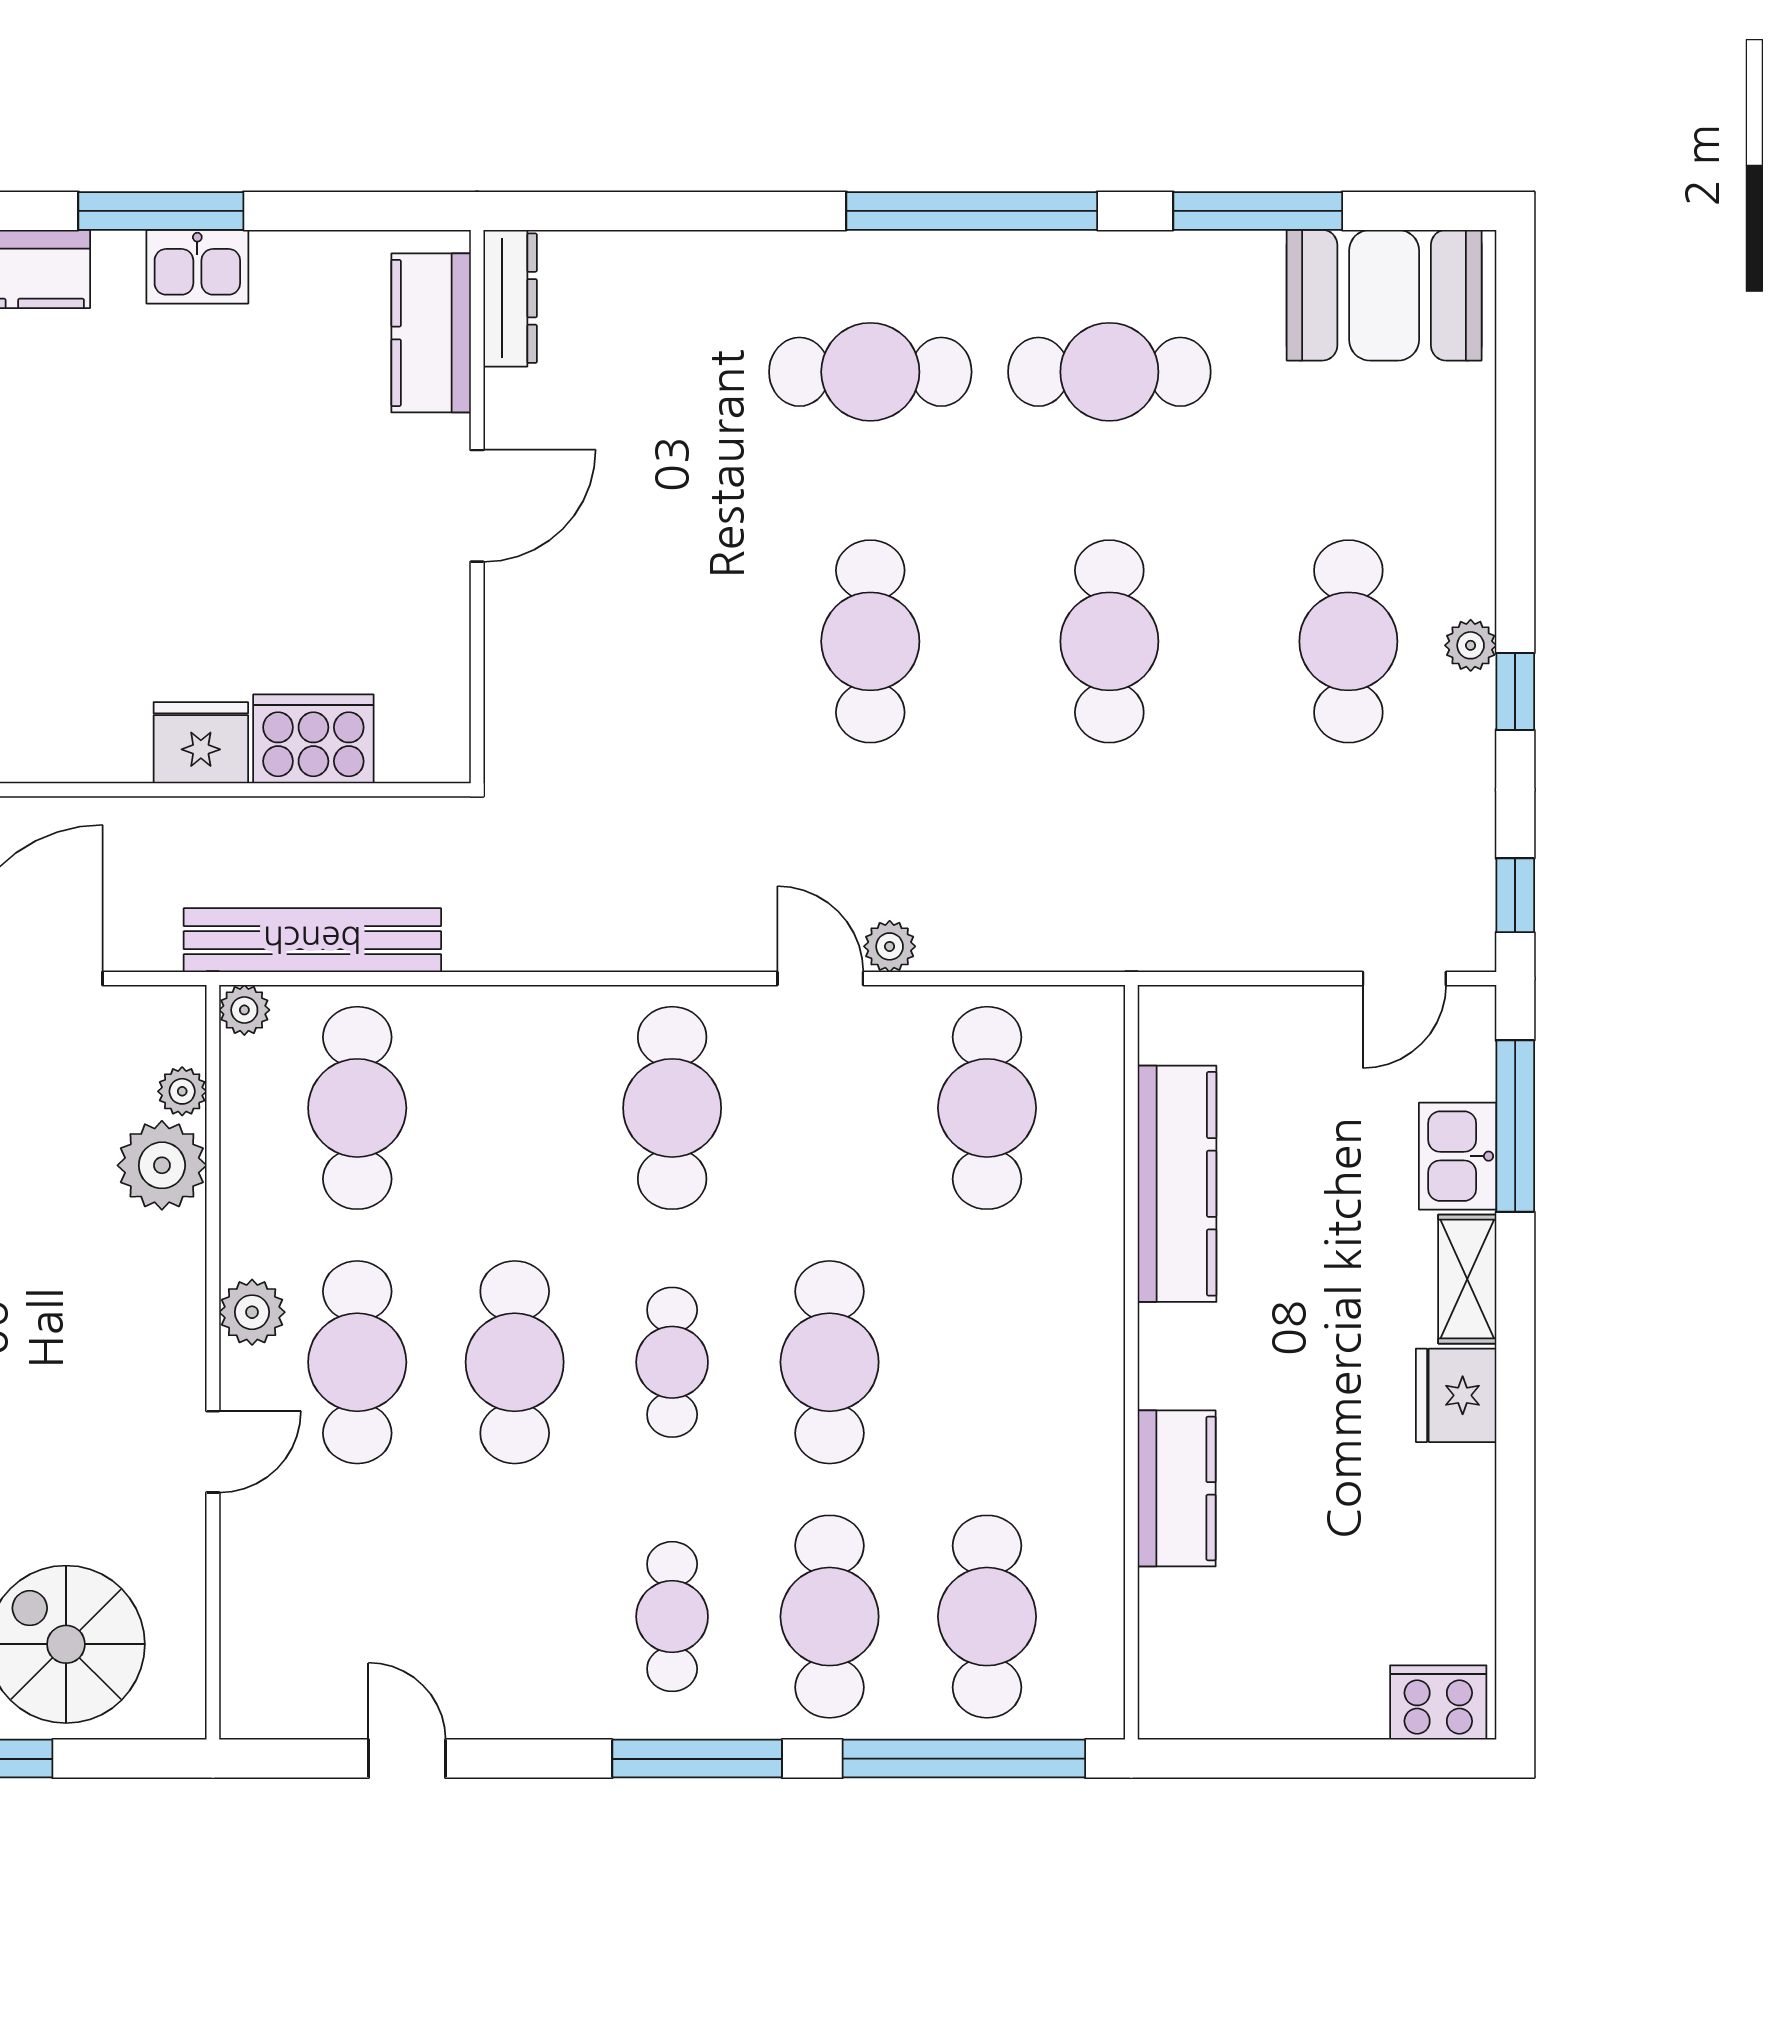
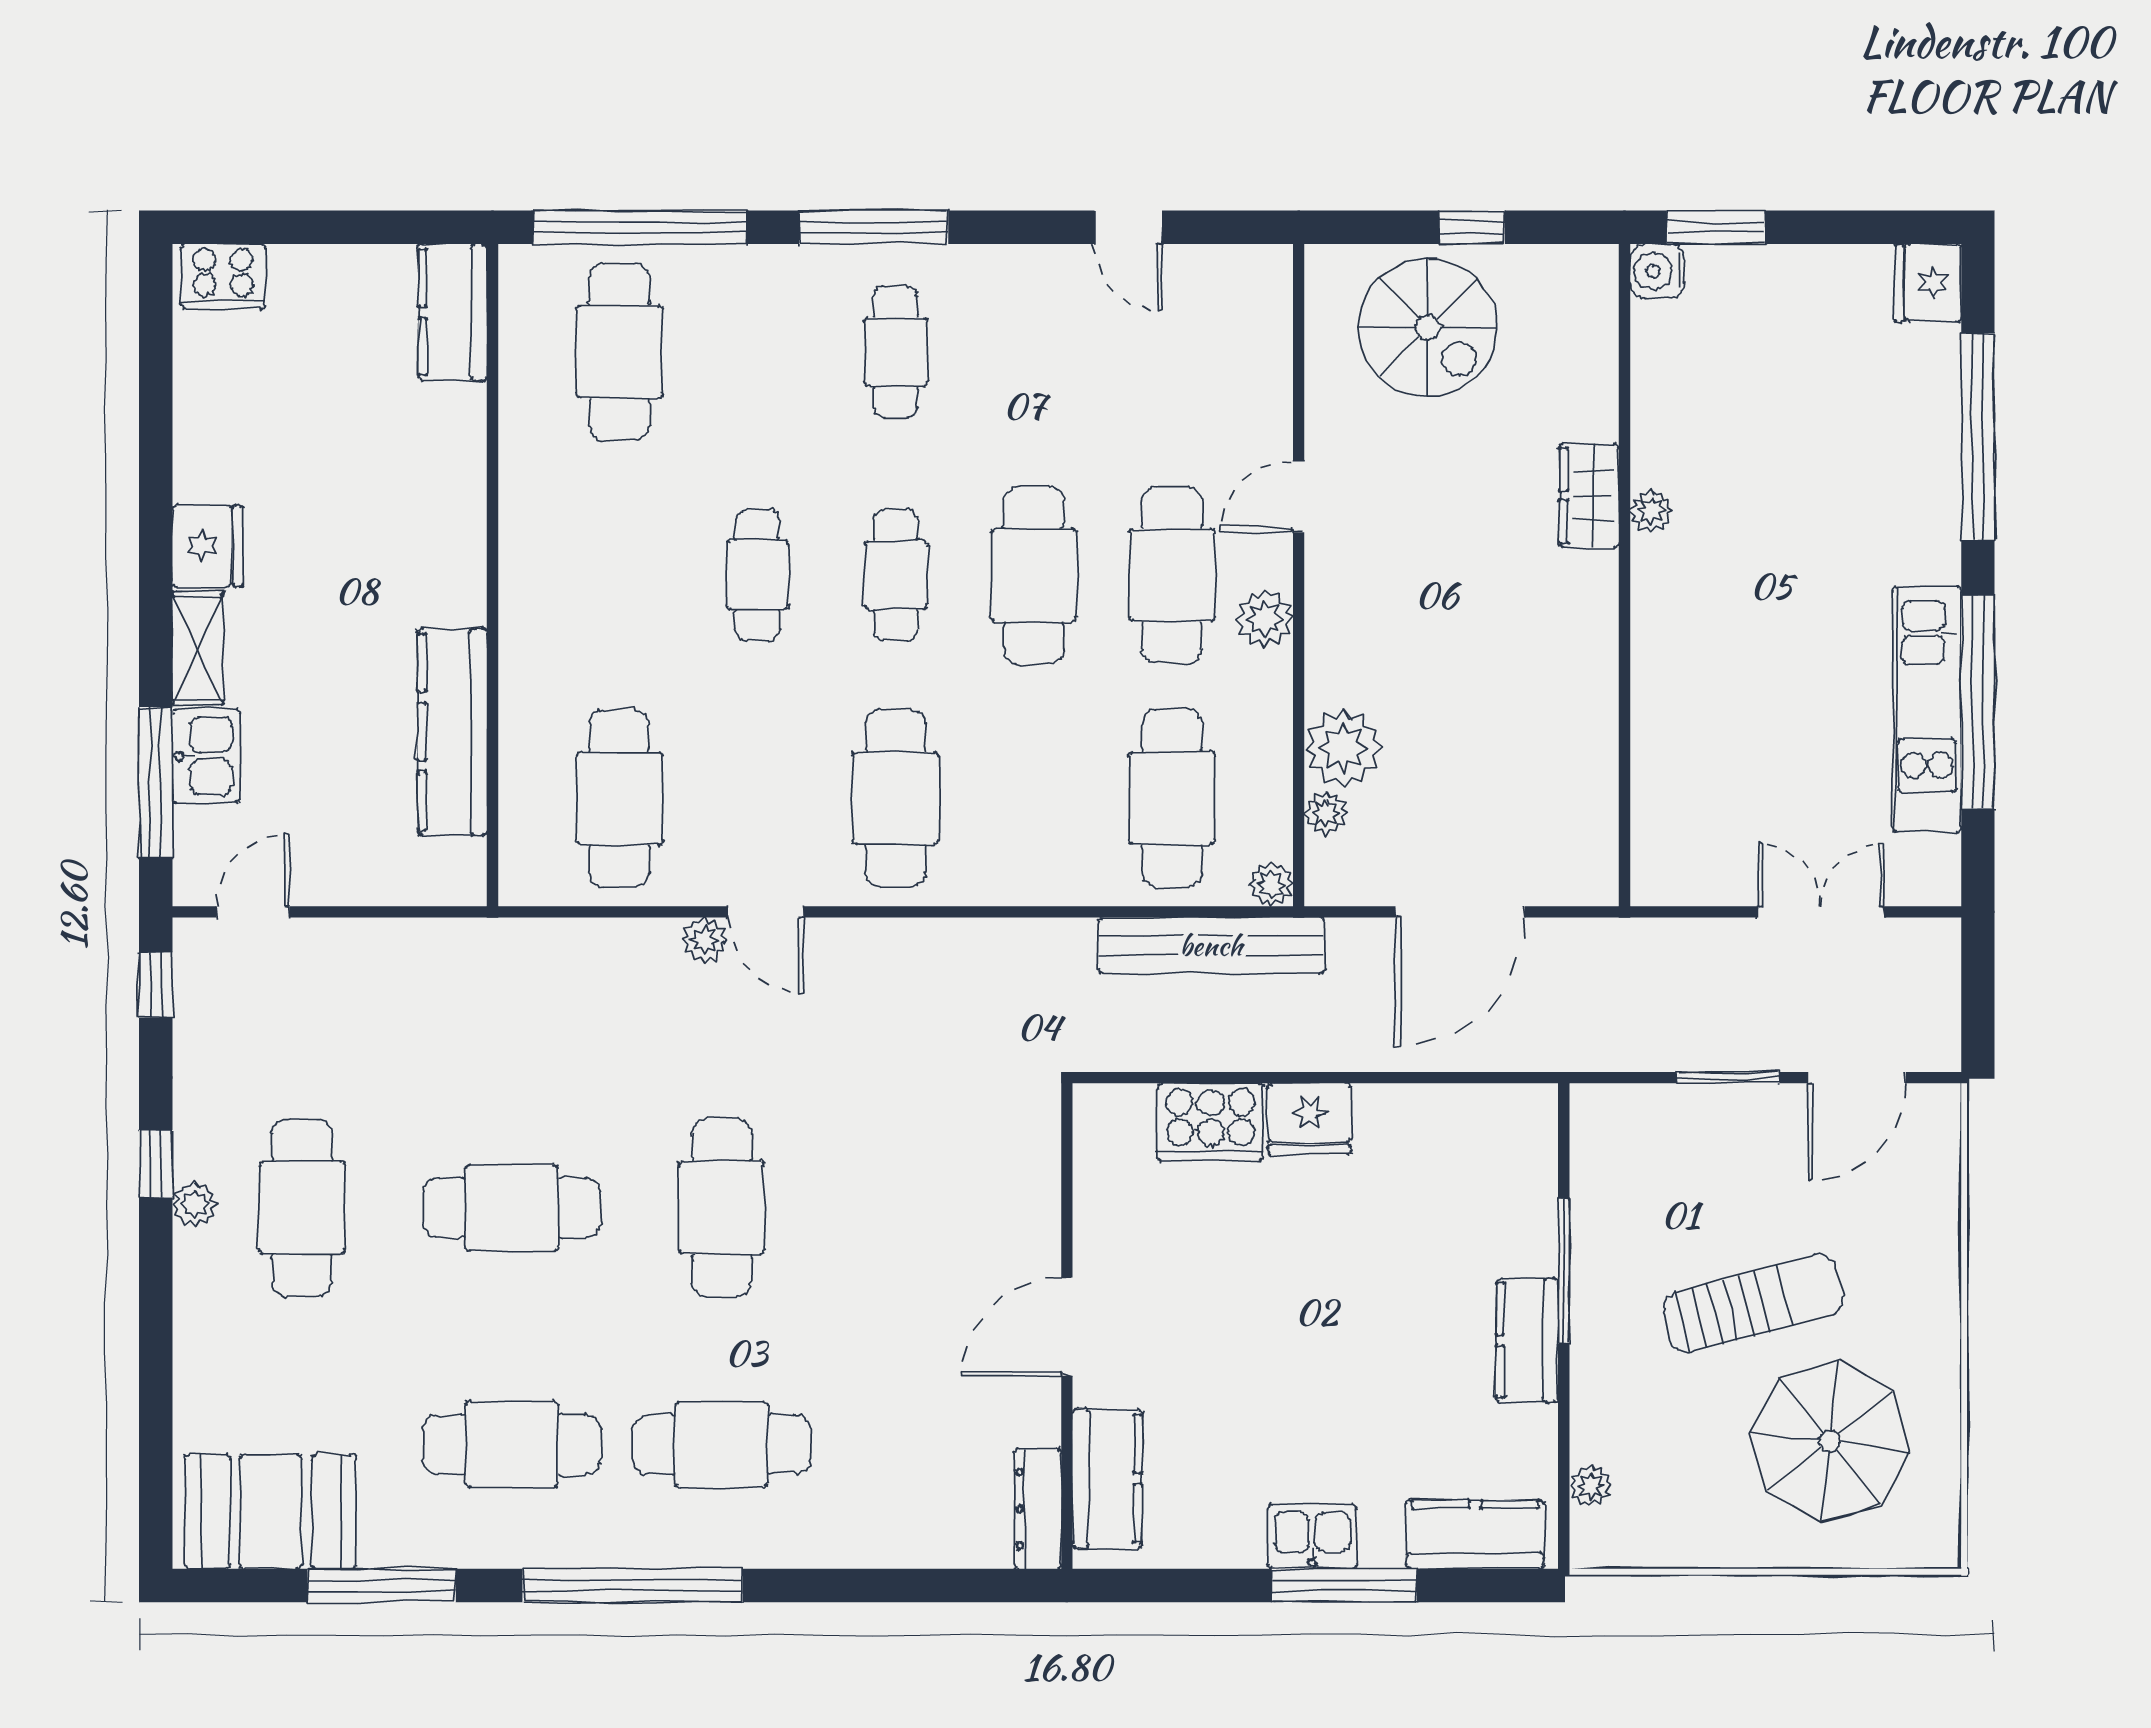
cafe table: (1109, 641) -> (512, 1208), turned 90
cafe table: (830, 1362) -> (757, 575), width x0.73, depth x0.74
kitchen counter: (1177, 1488) -> (453, 312), moved
cafe table: (830, 1617) -> (757, 352), removed

